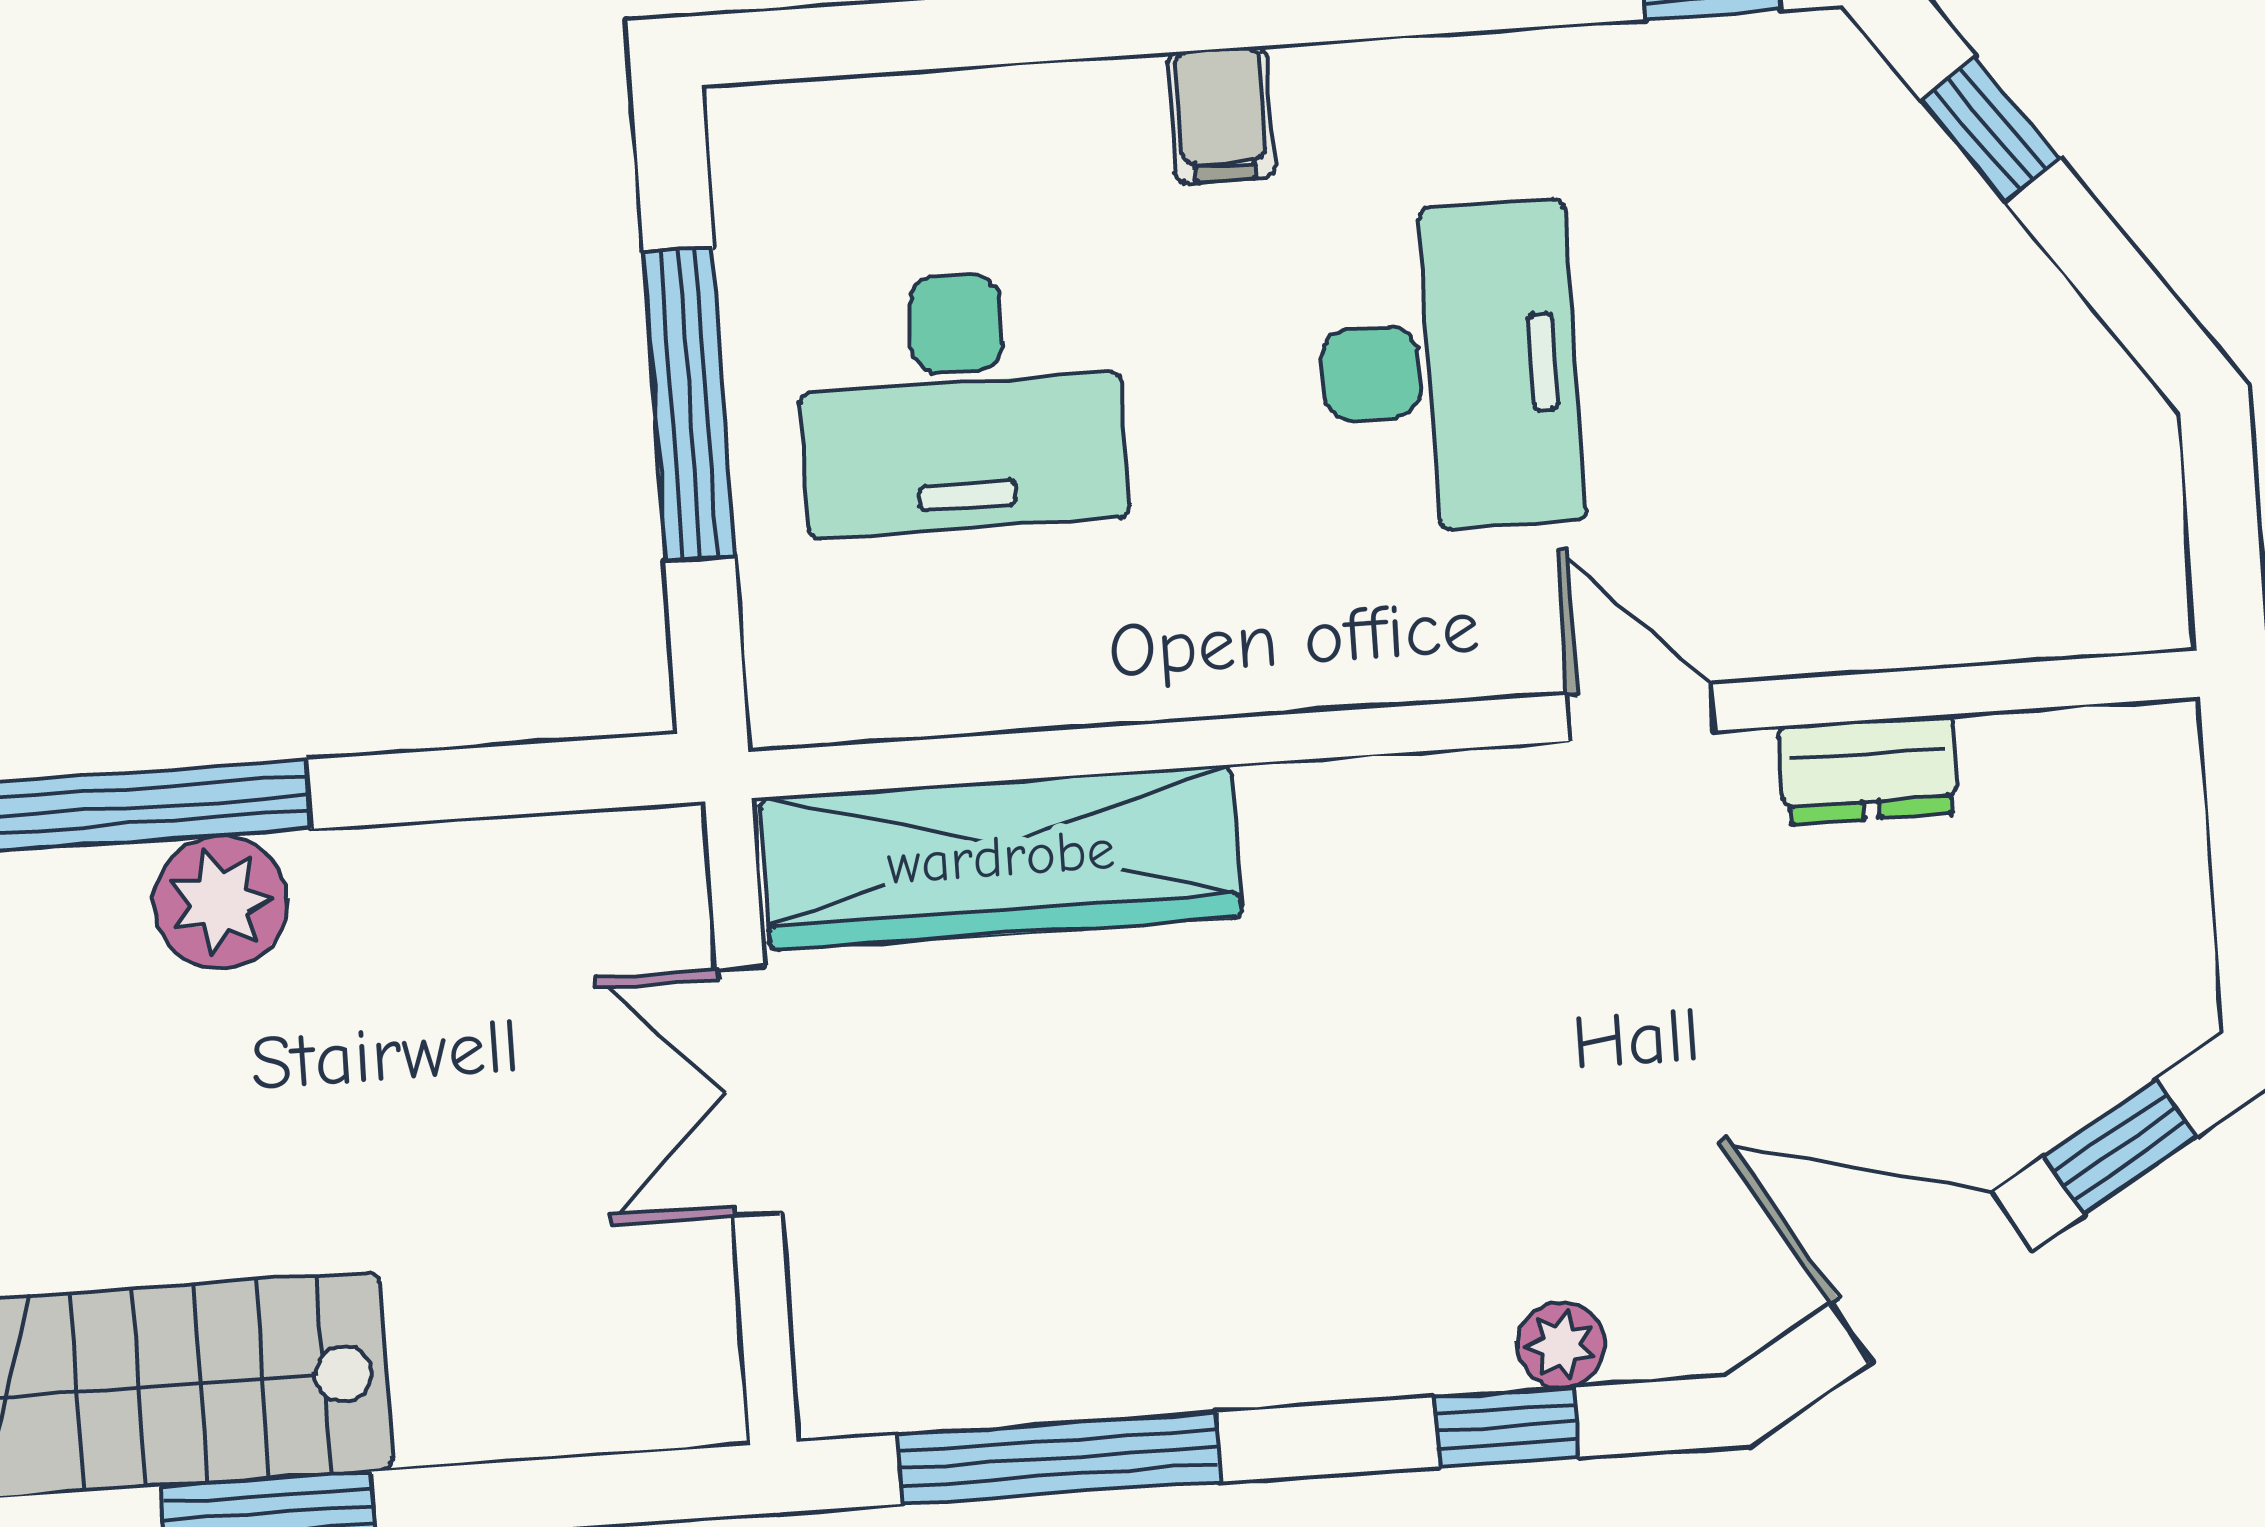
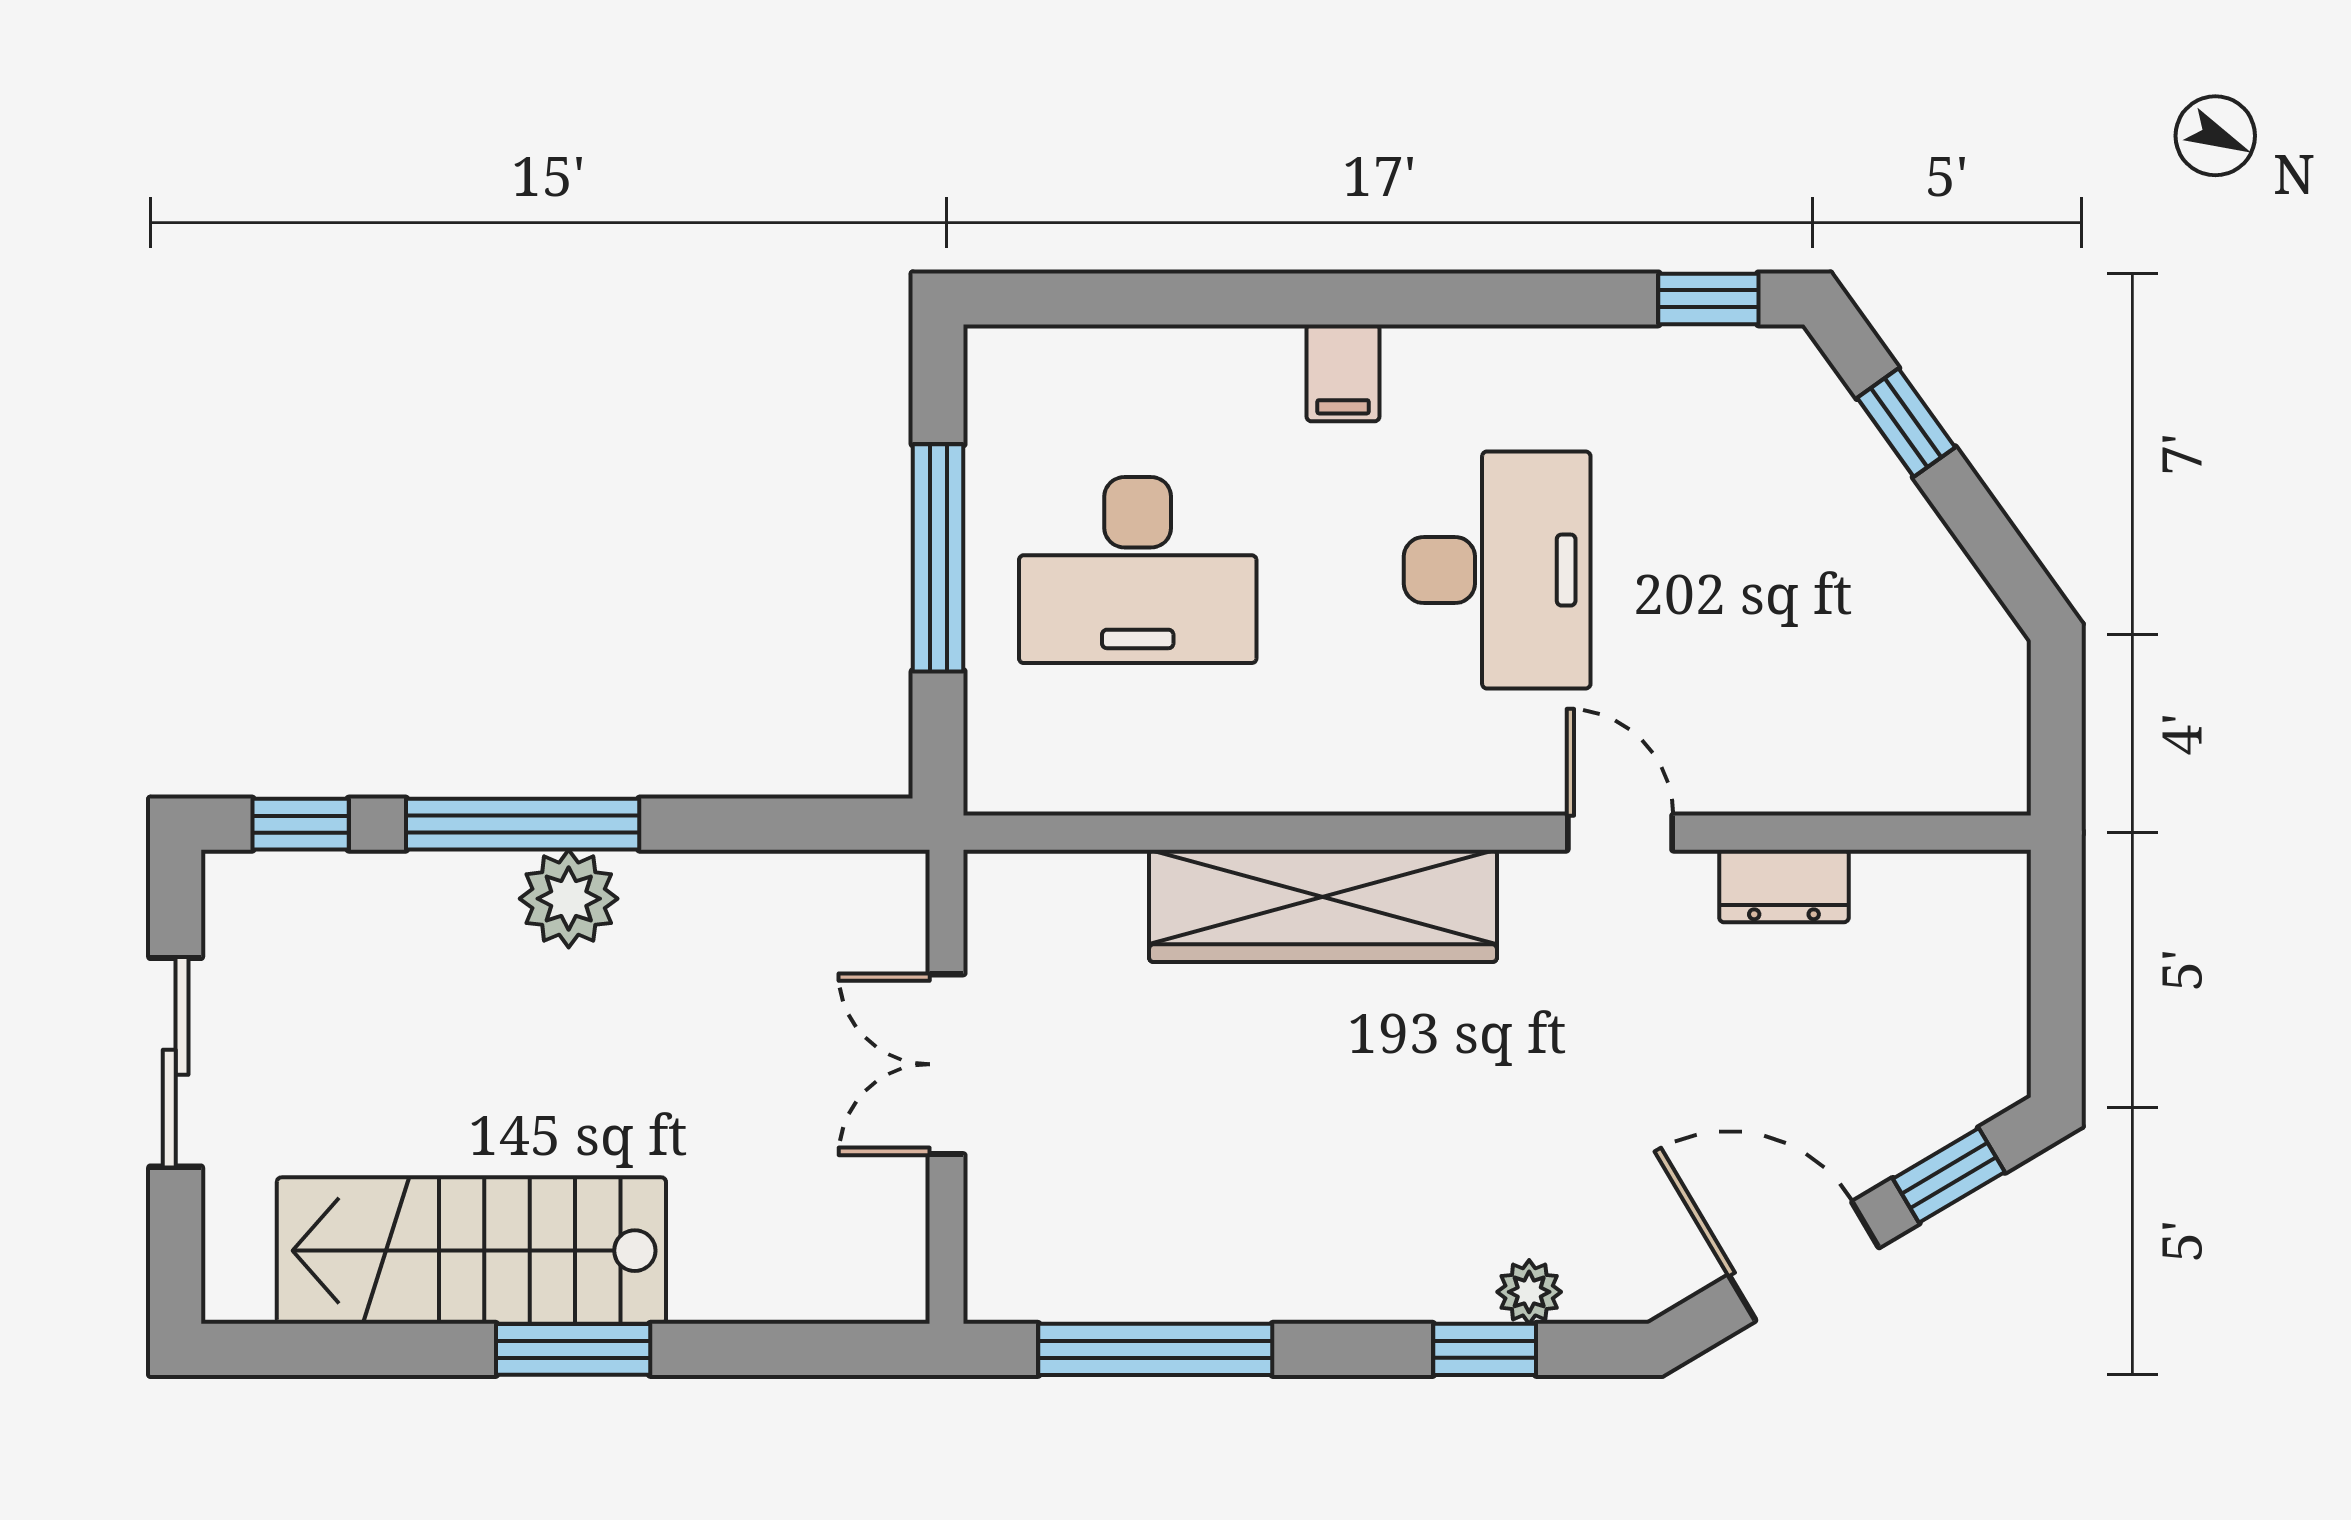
wardrobe: (1001, 857) -> (1323, 906), moved

